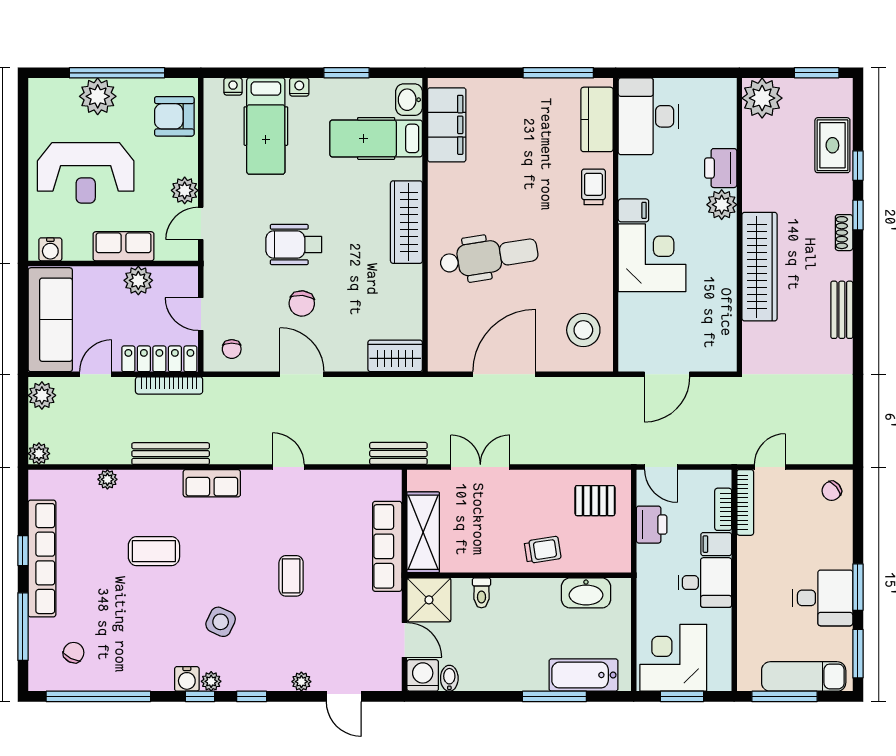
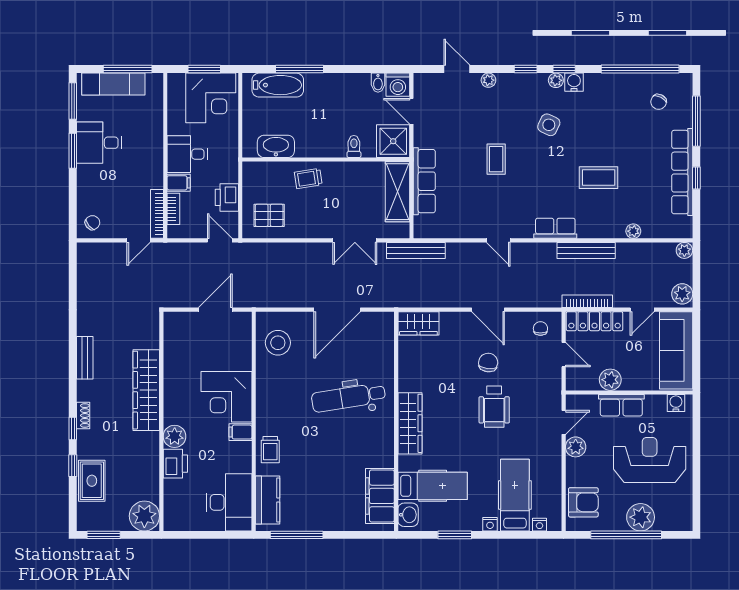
wheelchair: (294, 245) -> (494, 407), turned 90
bench: (398, 453) -> (416, 251), width x1.36

